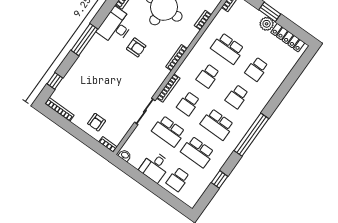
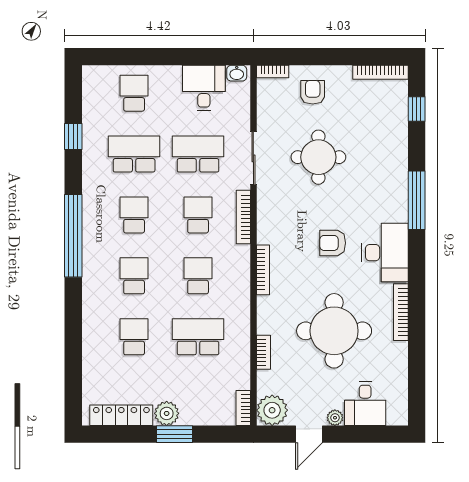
round table: (115, 91) -> (318, 157), added
school desk: (217, 124) -> (134, 215), width x0.54
desk: (155, 167) -> (204, 88), moved

